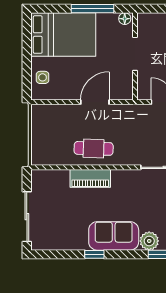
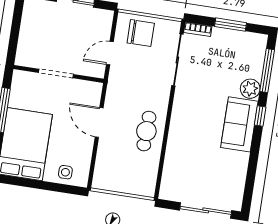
floor lamp: (125, 19) -> (18, 78), removed
piano: (90, 178) -> (177, 139), removed
window: (94, 254) -> (260, 116), moved

